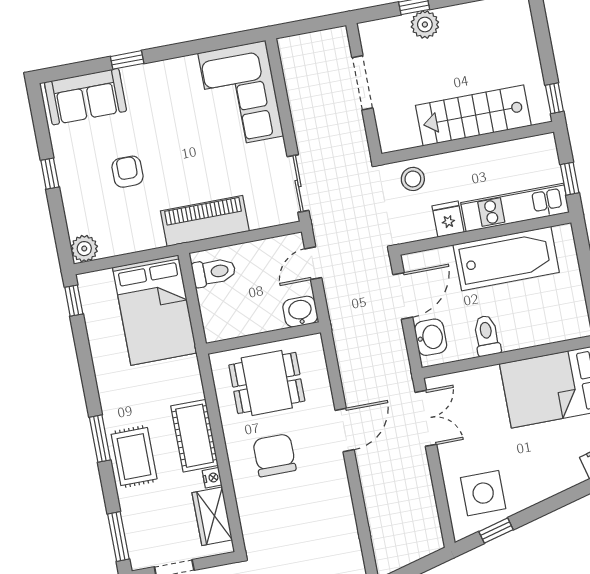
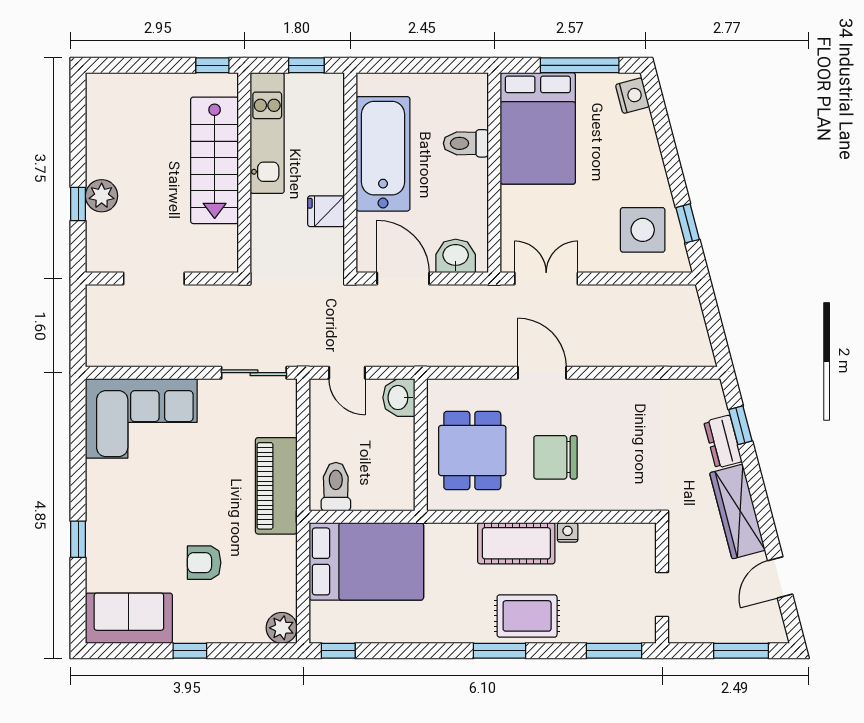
sofa: (86, 97) -> (129, 618), moved, turned -90
stool: (413, 179) -> (273, 242), removed
kitchen unit: (515, 208) -> (267, 133), moved, turned 180
toilet: (487, 336) -> (466, 143), moved
wardrobe: (212, 516) -> (611, 541), removed

